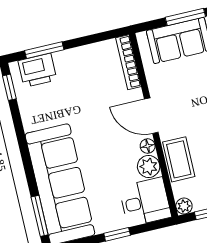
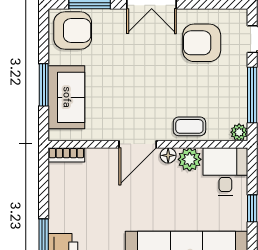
bookcase: (128, 62) -> (66, 155), width x0.64
coffee table: (179, 159) -> (189, 126), width x0.73, depth x0.77

